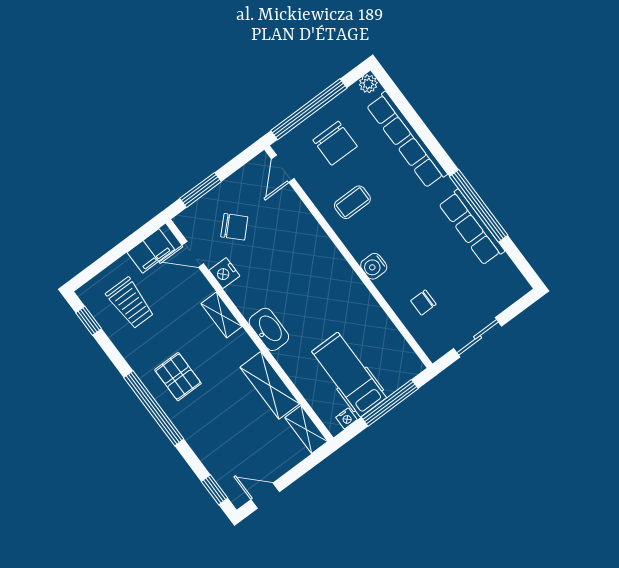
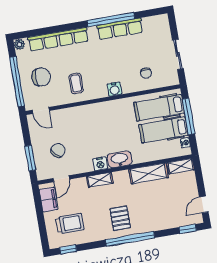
nightstand: (224, 273) -> (100, 164), moved
hospital bed: (380, 350) -> (159, 108), added
pallet: (178, 377) -> (120, 218), turned 90

